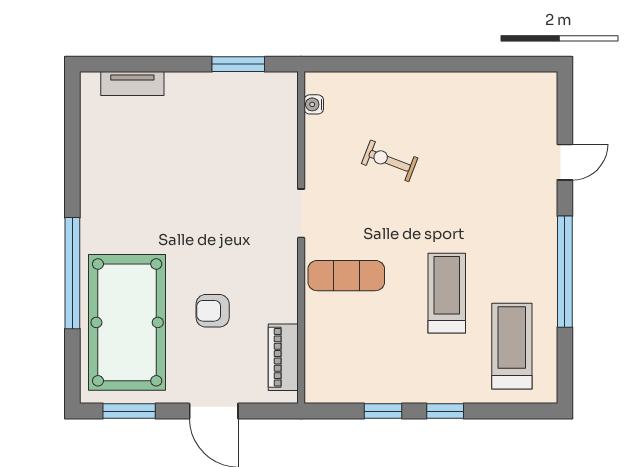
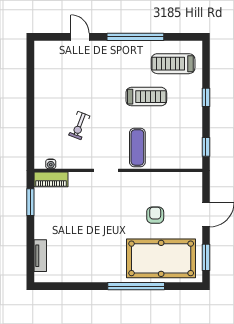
treadmill: (447, 293) -> (146, 97), turned 180
armchair: (213, 311) -> (155, 215), turned 180
piano: (283, 357) -> (51, 179), moved
window: (383, 411) -> (206, 147), moved

